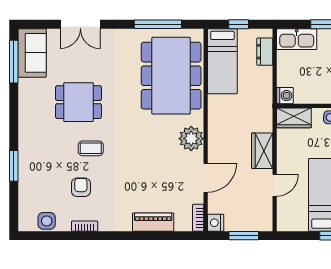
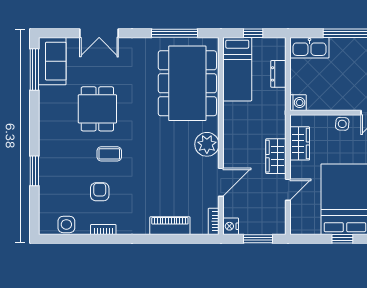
dresser: (265, 52) -> (278, 74), moved
dining table: (79, 102) -> (97, 109), turned 90
wardrobe: (294, 118) -> (300, 143), moved, turned -90

